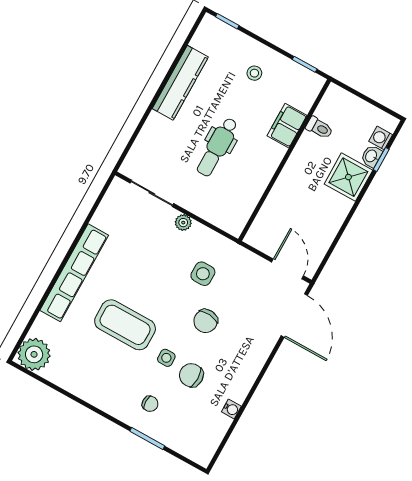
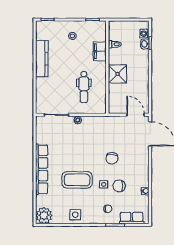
dental chair: (217, 147) -> (84, 87), moved
shower: (348, 177) -> (117, 74), moved
side table: (203, 274) -> (75, 215), moved
row of seats: (182, 442) -> (132, 218), added

